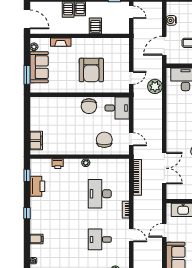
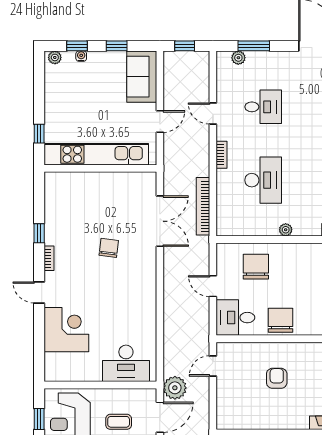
armchair: (91, 70) -> (277, 378), width x0.53, depth x0.53
plant: (155, 86) -> (175, 388), moved
door: (131, 139) -> (213, 286), moved
chair: (104, 140) -> (256, 267), turned 180
double door: (164, 168) -> (160, 221), swing flipped

